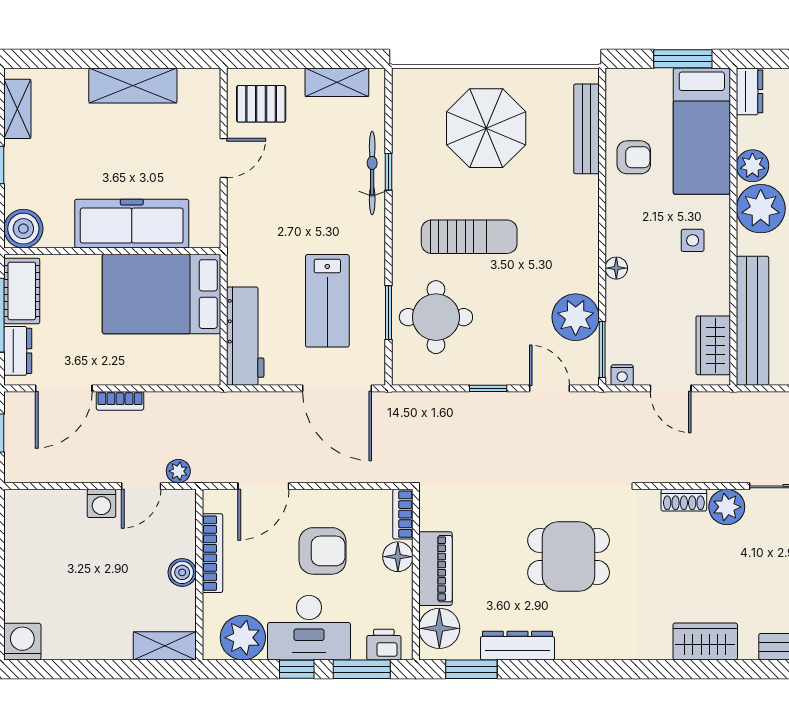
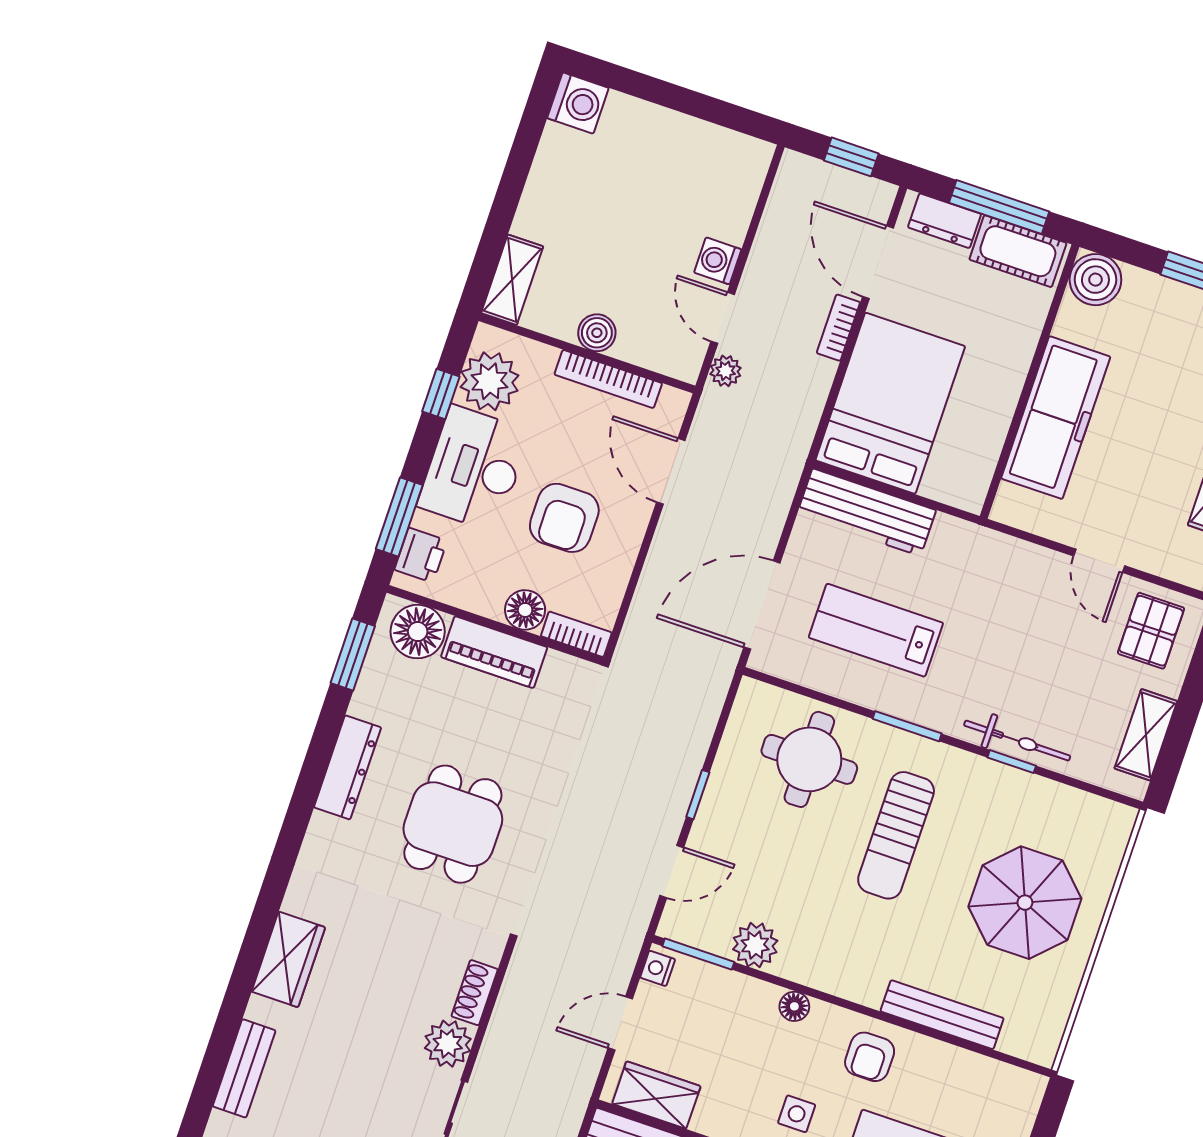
bench: (586, 129) -> (942, 1015), moved
armchair: (634, 157) -> (870, 1057), moved
bed: (162, 294) -> (890, 403), moved
window: (388, 313) -> (907, 726), moved
plant: (576, 317) -> (755, 945), width x0.73, depth x0.73
dresser: (517, 646) -> (348, 767), moved
window: (297, 669) -> (441, 394), moved

